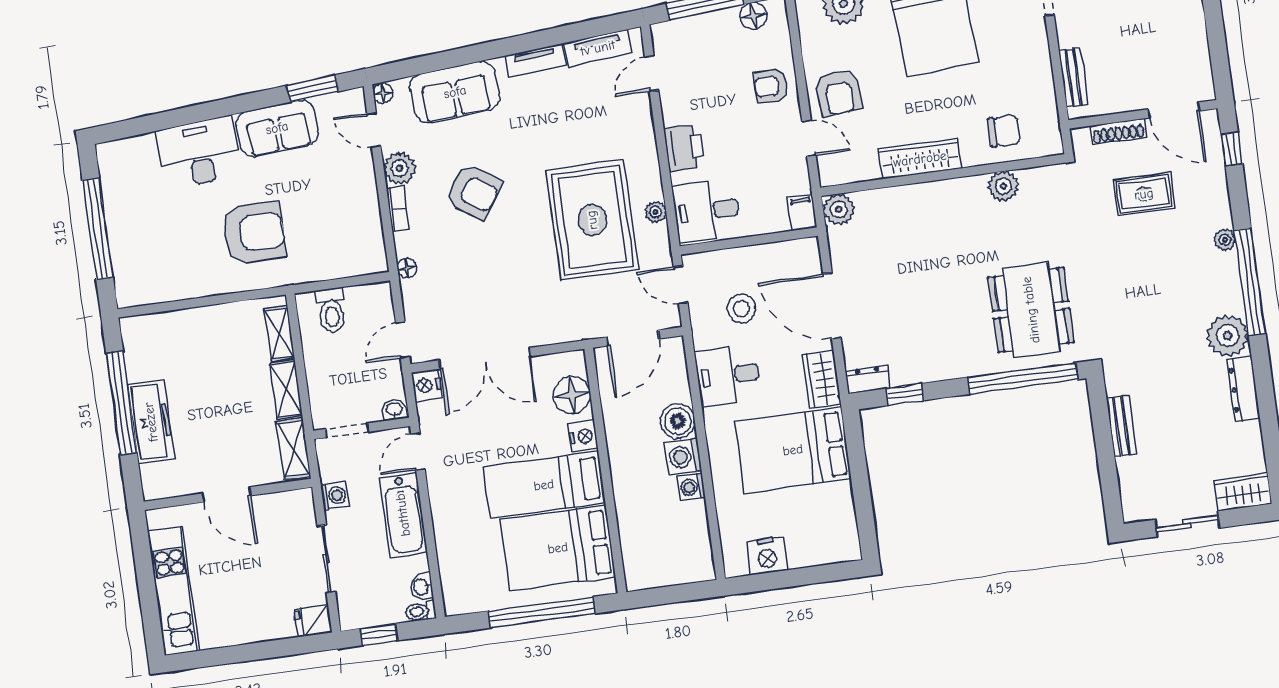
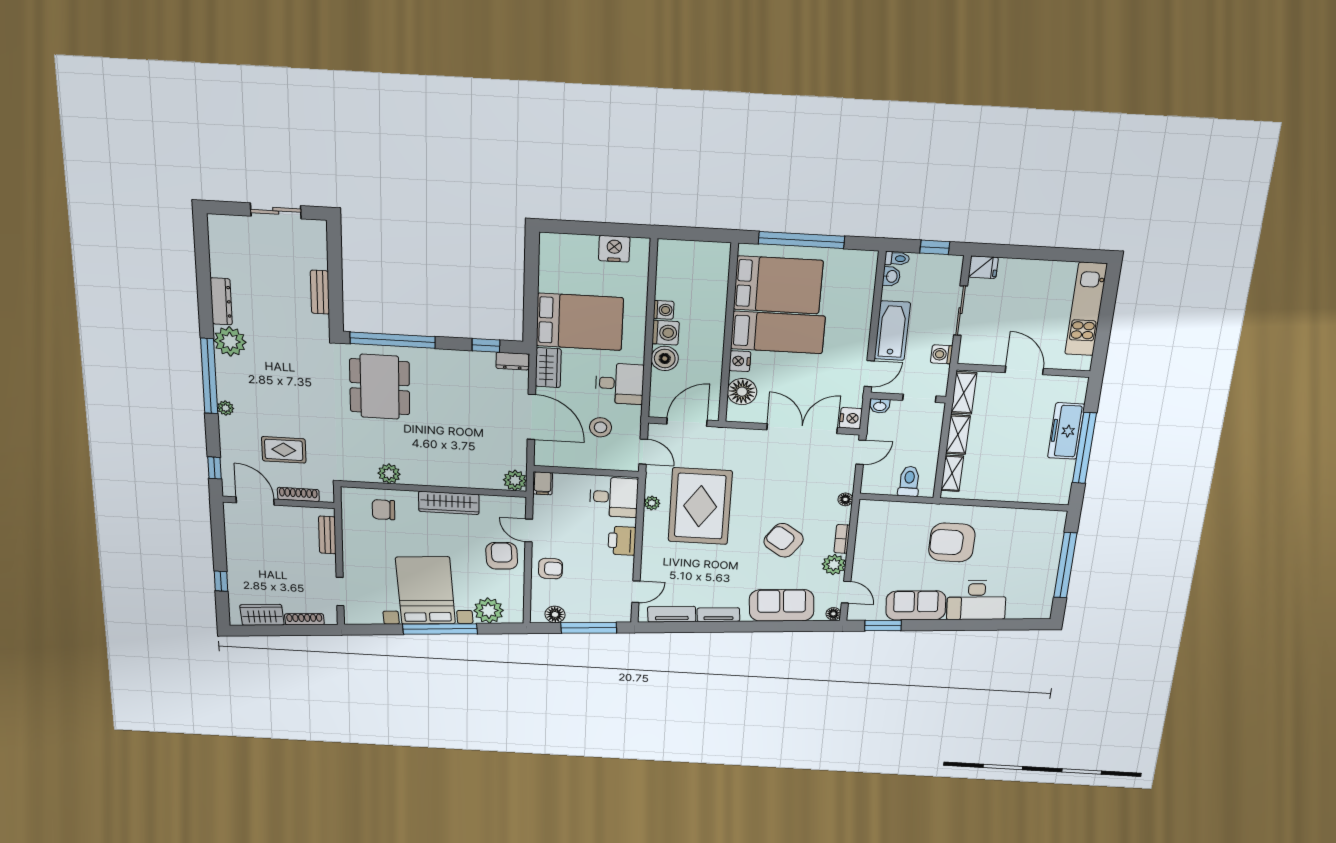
wardrobe: (1243, 492) -> (229, 226), removed

